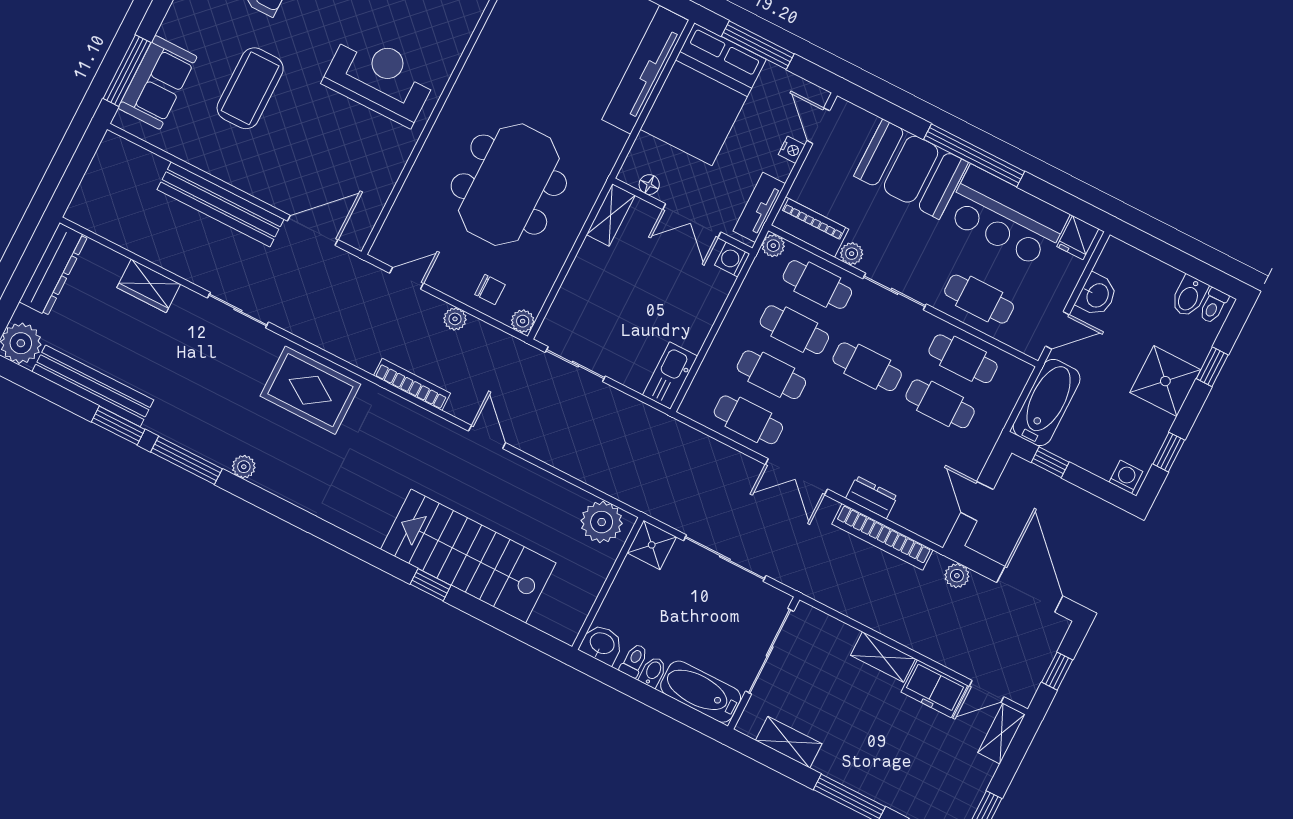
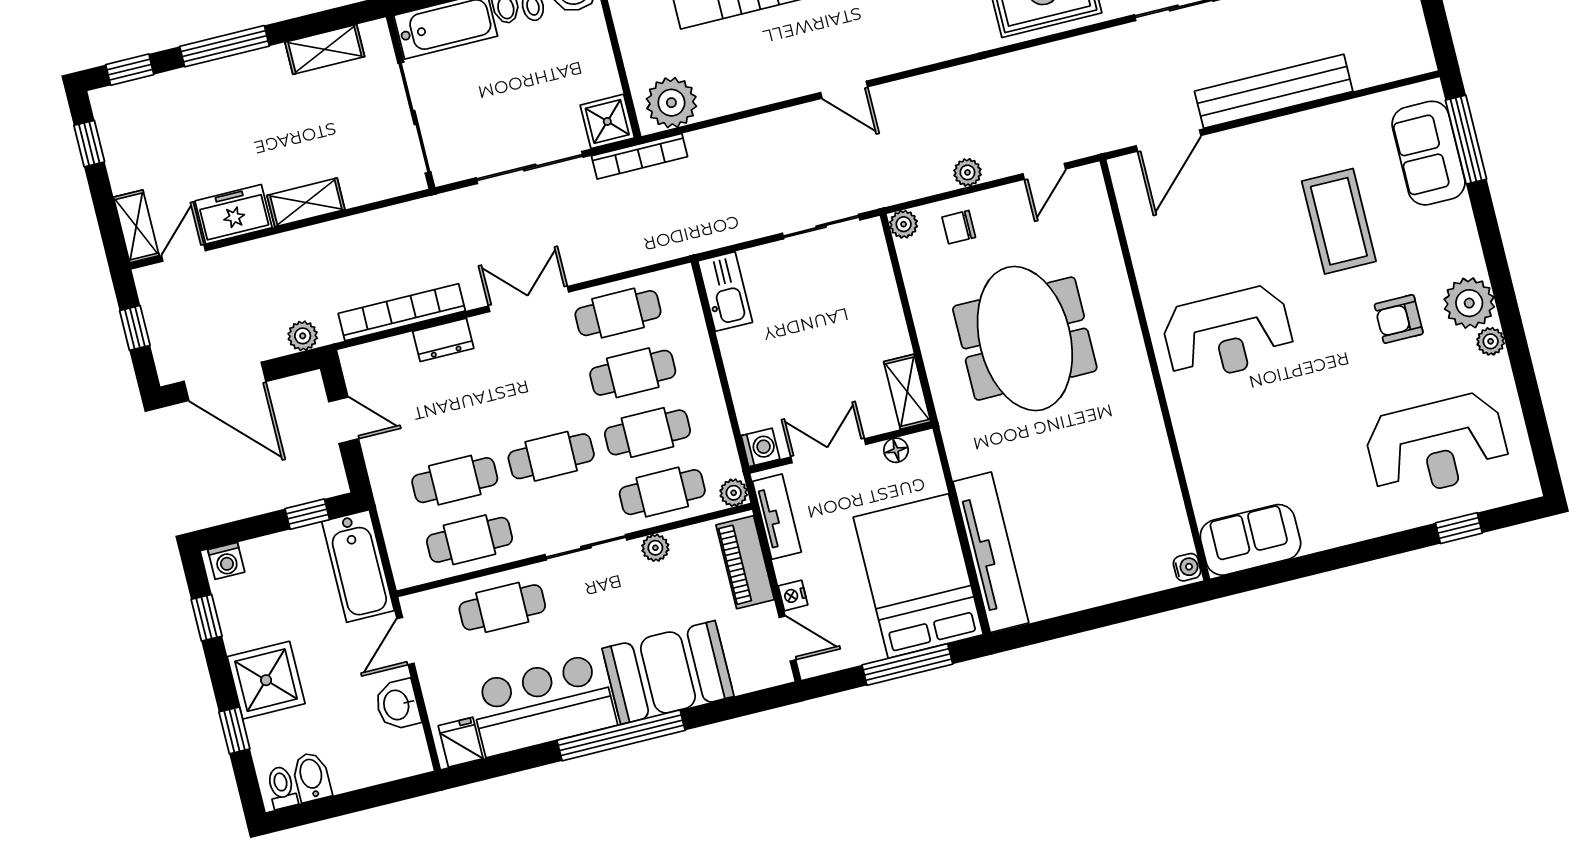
piano: (810, 227) -> (745, 562), moved, turned 90
bookcase: (412, 384) -> (639, 156), moved

